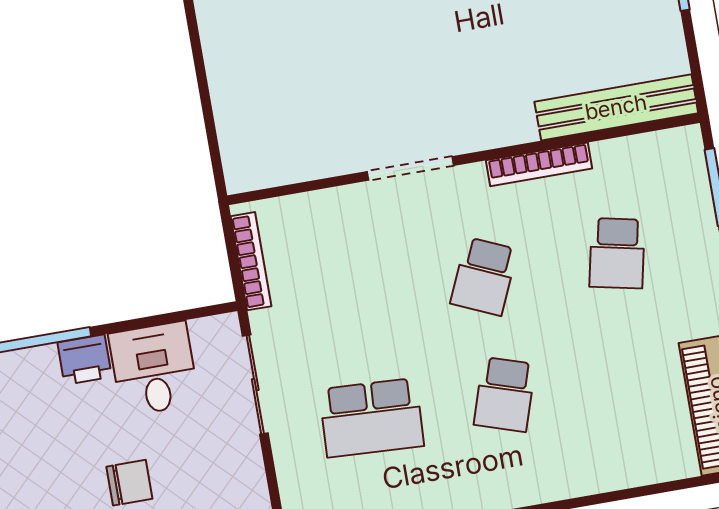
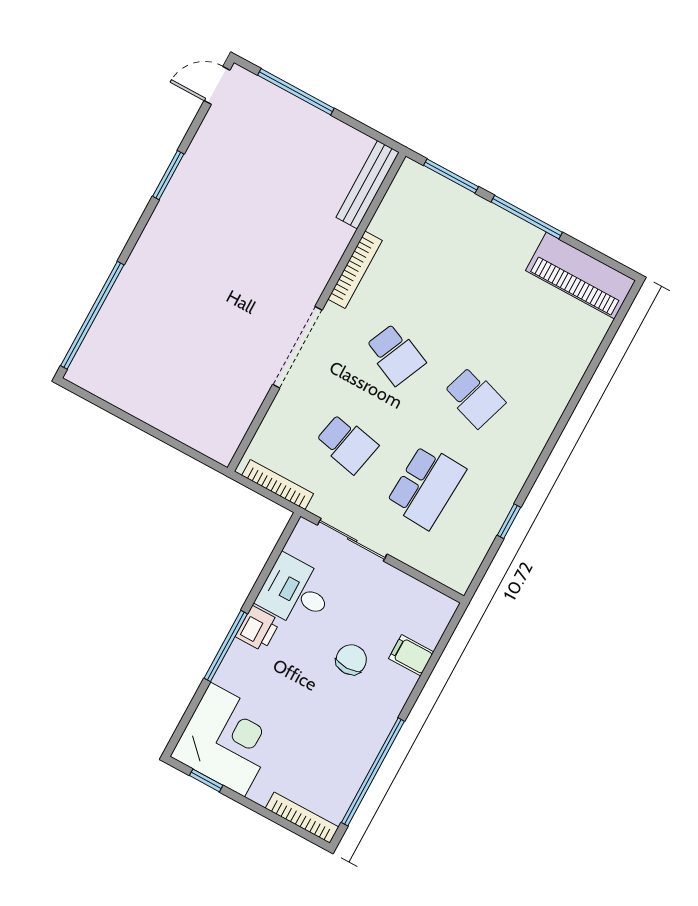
bench: (616, 107) -> (368, 185), width x0.73, depth x0.82
doorway: (411, 168) -> (297, 347), width x1.36
school desk: (617, 253) -> (347, 444), moved

